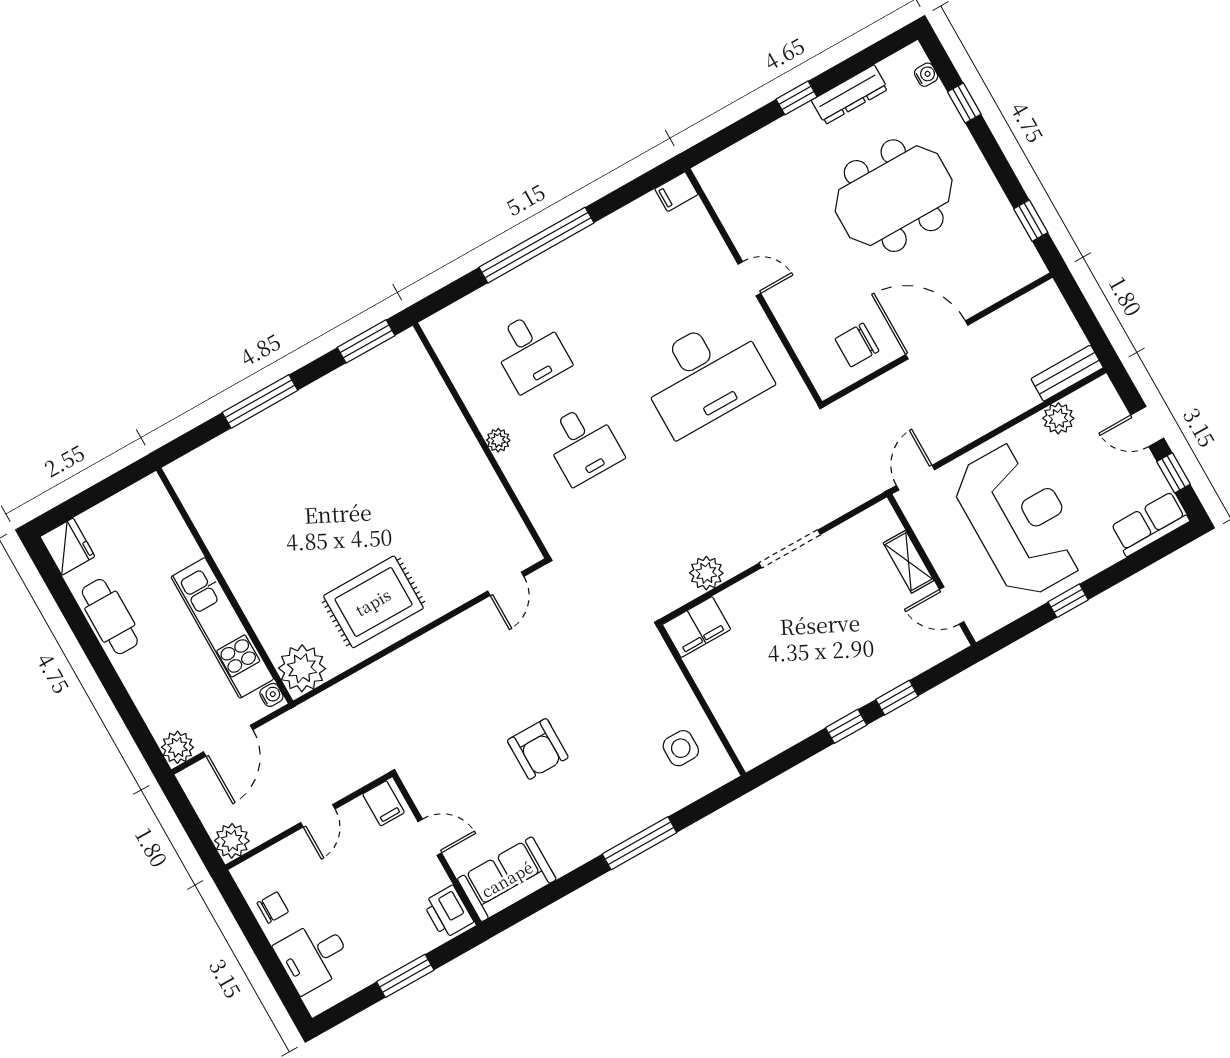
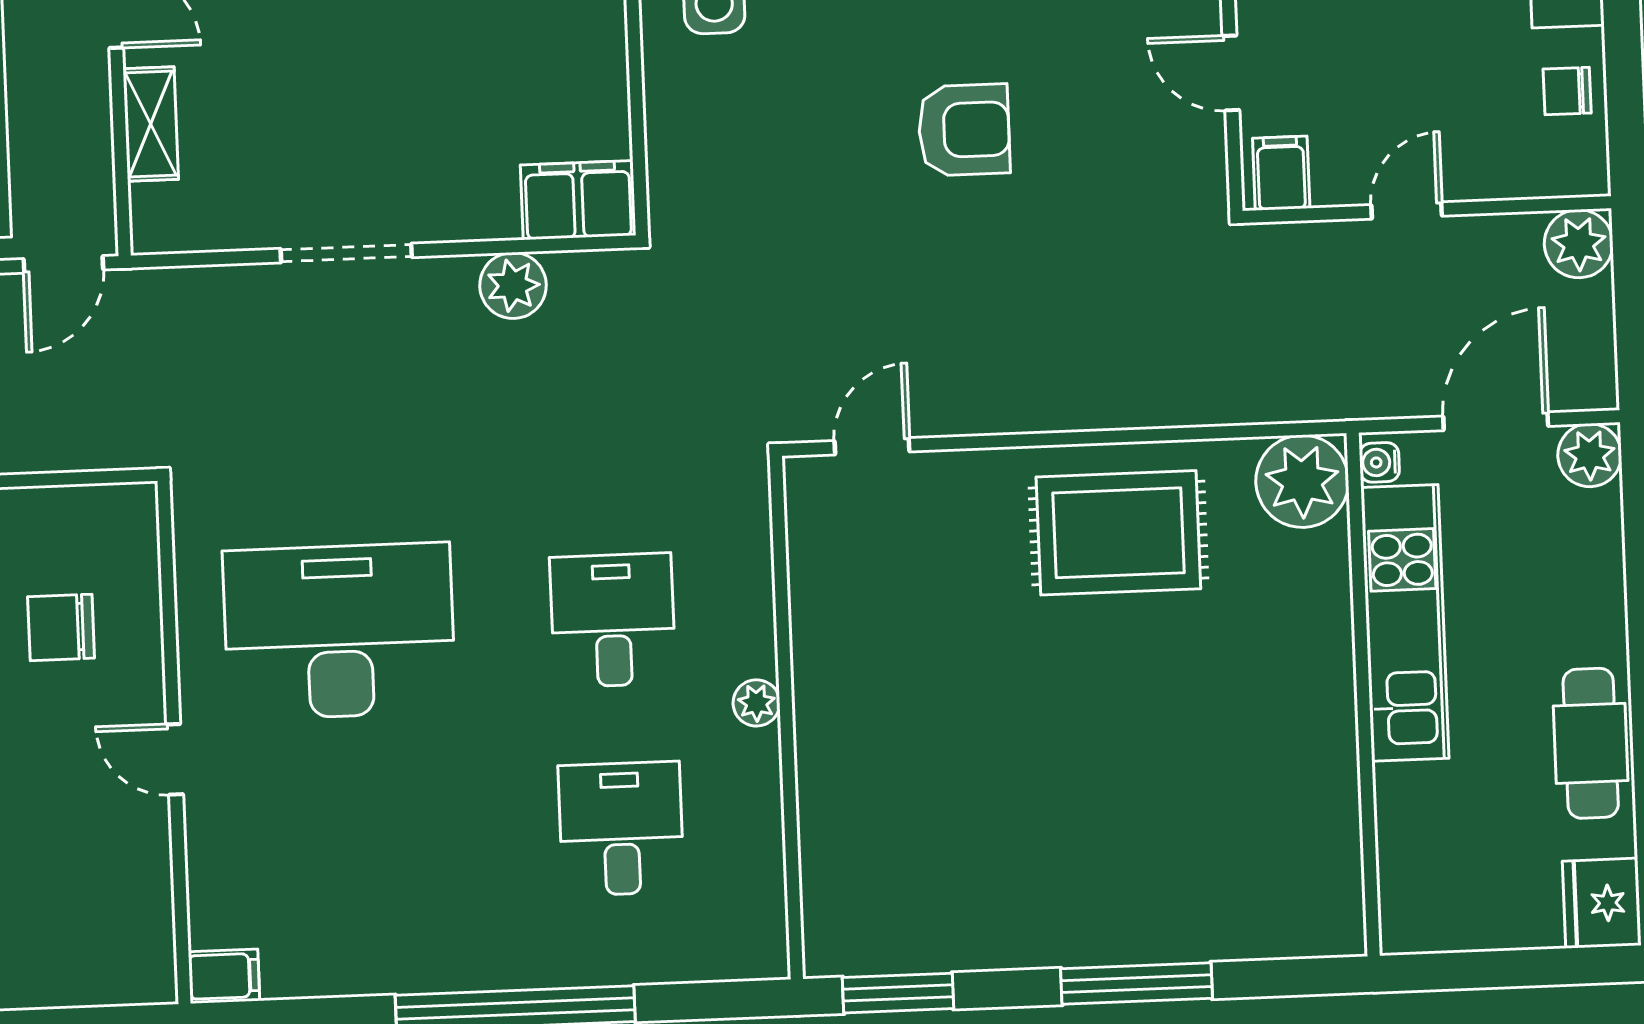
chair: (857, 345) -> (61, 627), moved, turned 180
armchair: (538, 749) -> (964, 130), turned 90

